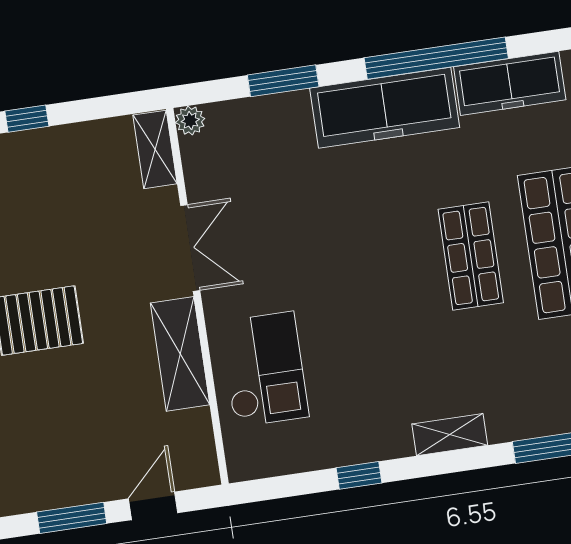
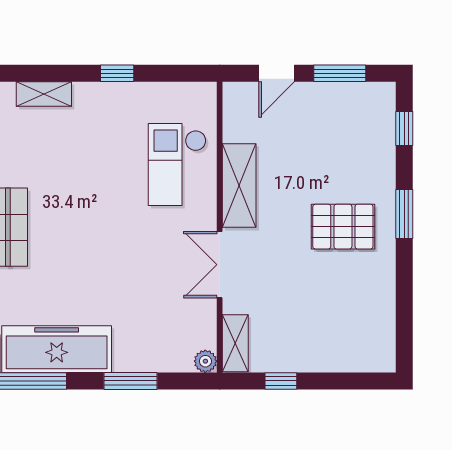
window: (27, 119) -> (281, 381), moved

